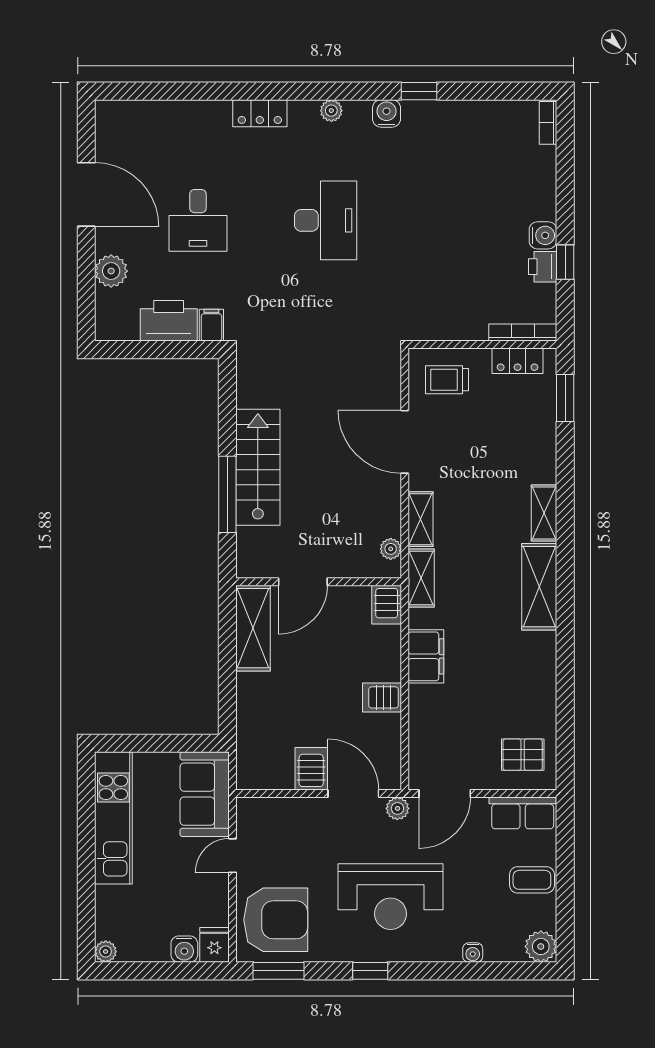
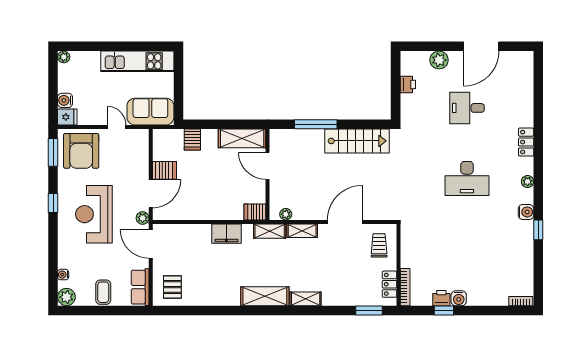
printer: (169, 321) -> (408, 85), width x0.53, depth x0.68
filing cabinet: (211, 325) -> (409, 115), removed
stairs: (258, 467) -> (357, 141), moved
server rack: (382, 697) -> (192, 140), moved, turned 180
water cooler: (473, 953) -> (63, 275), moved

